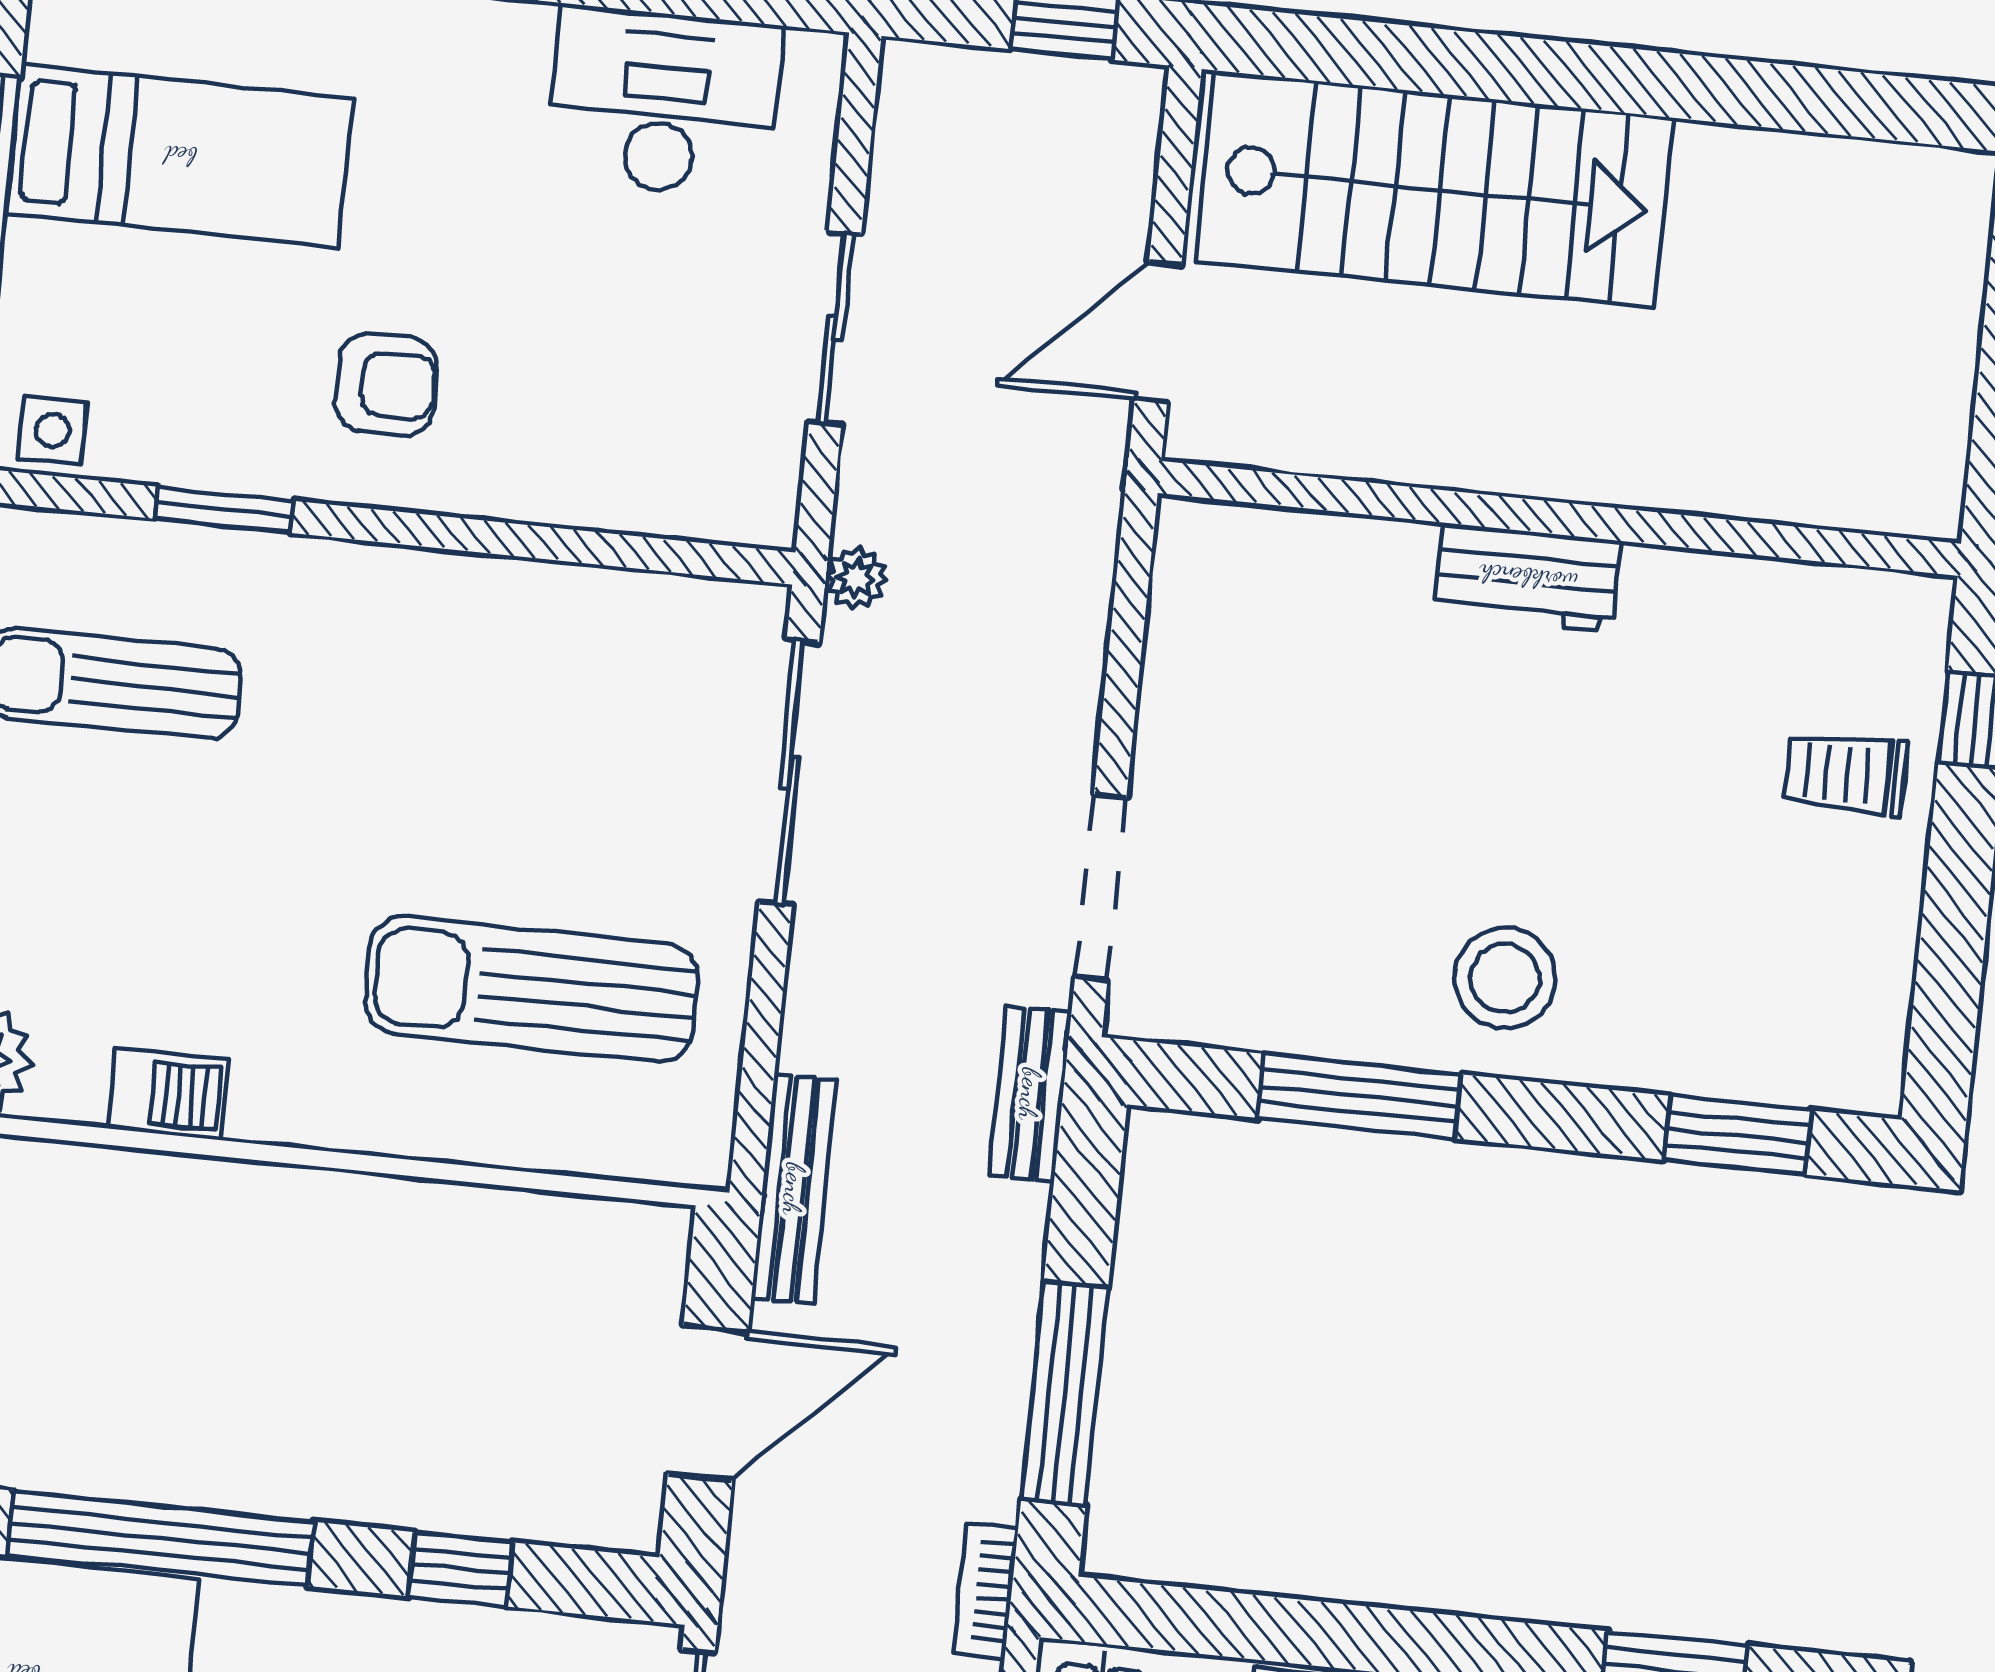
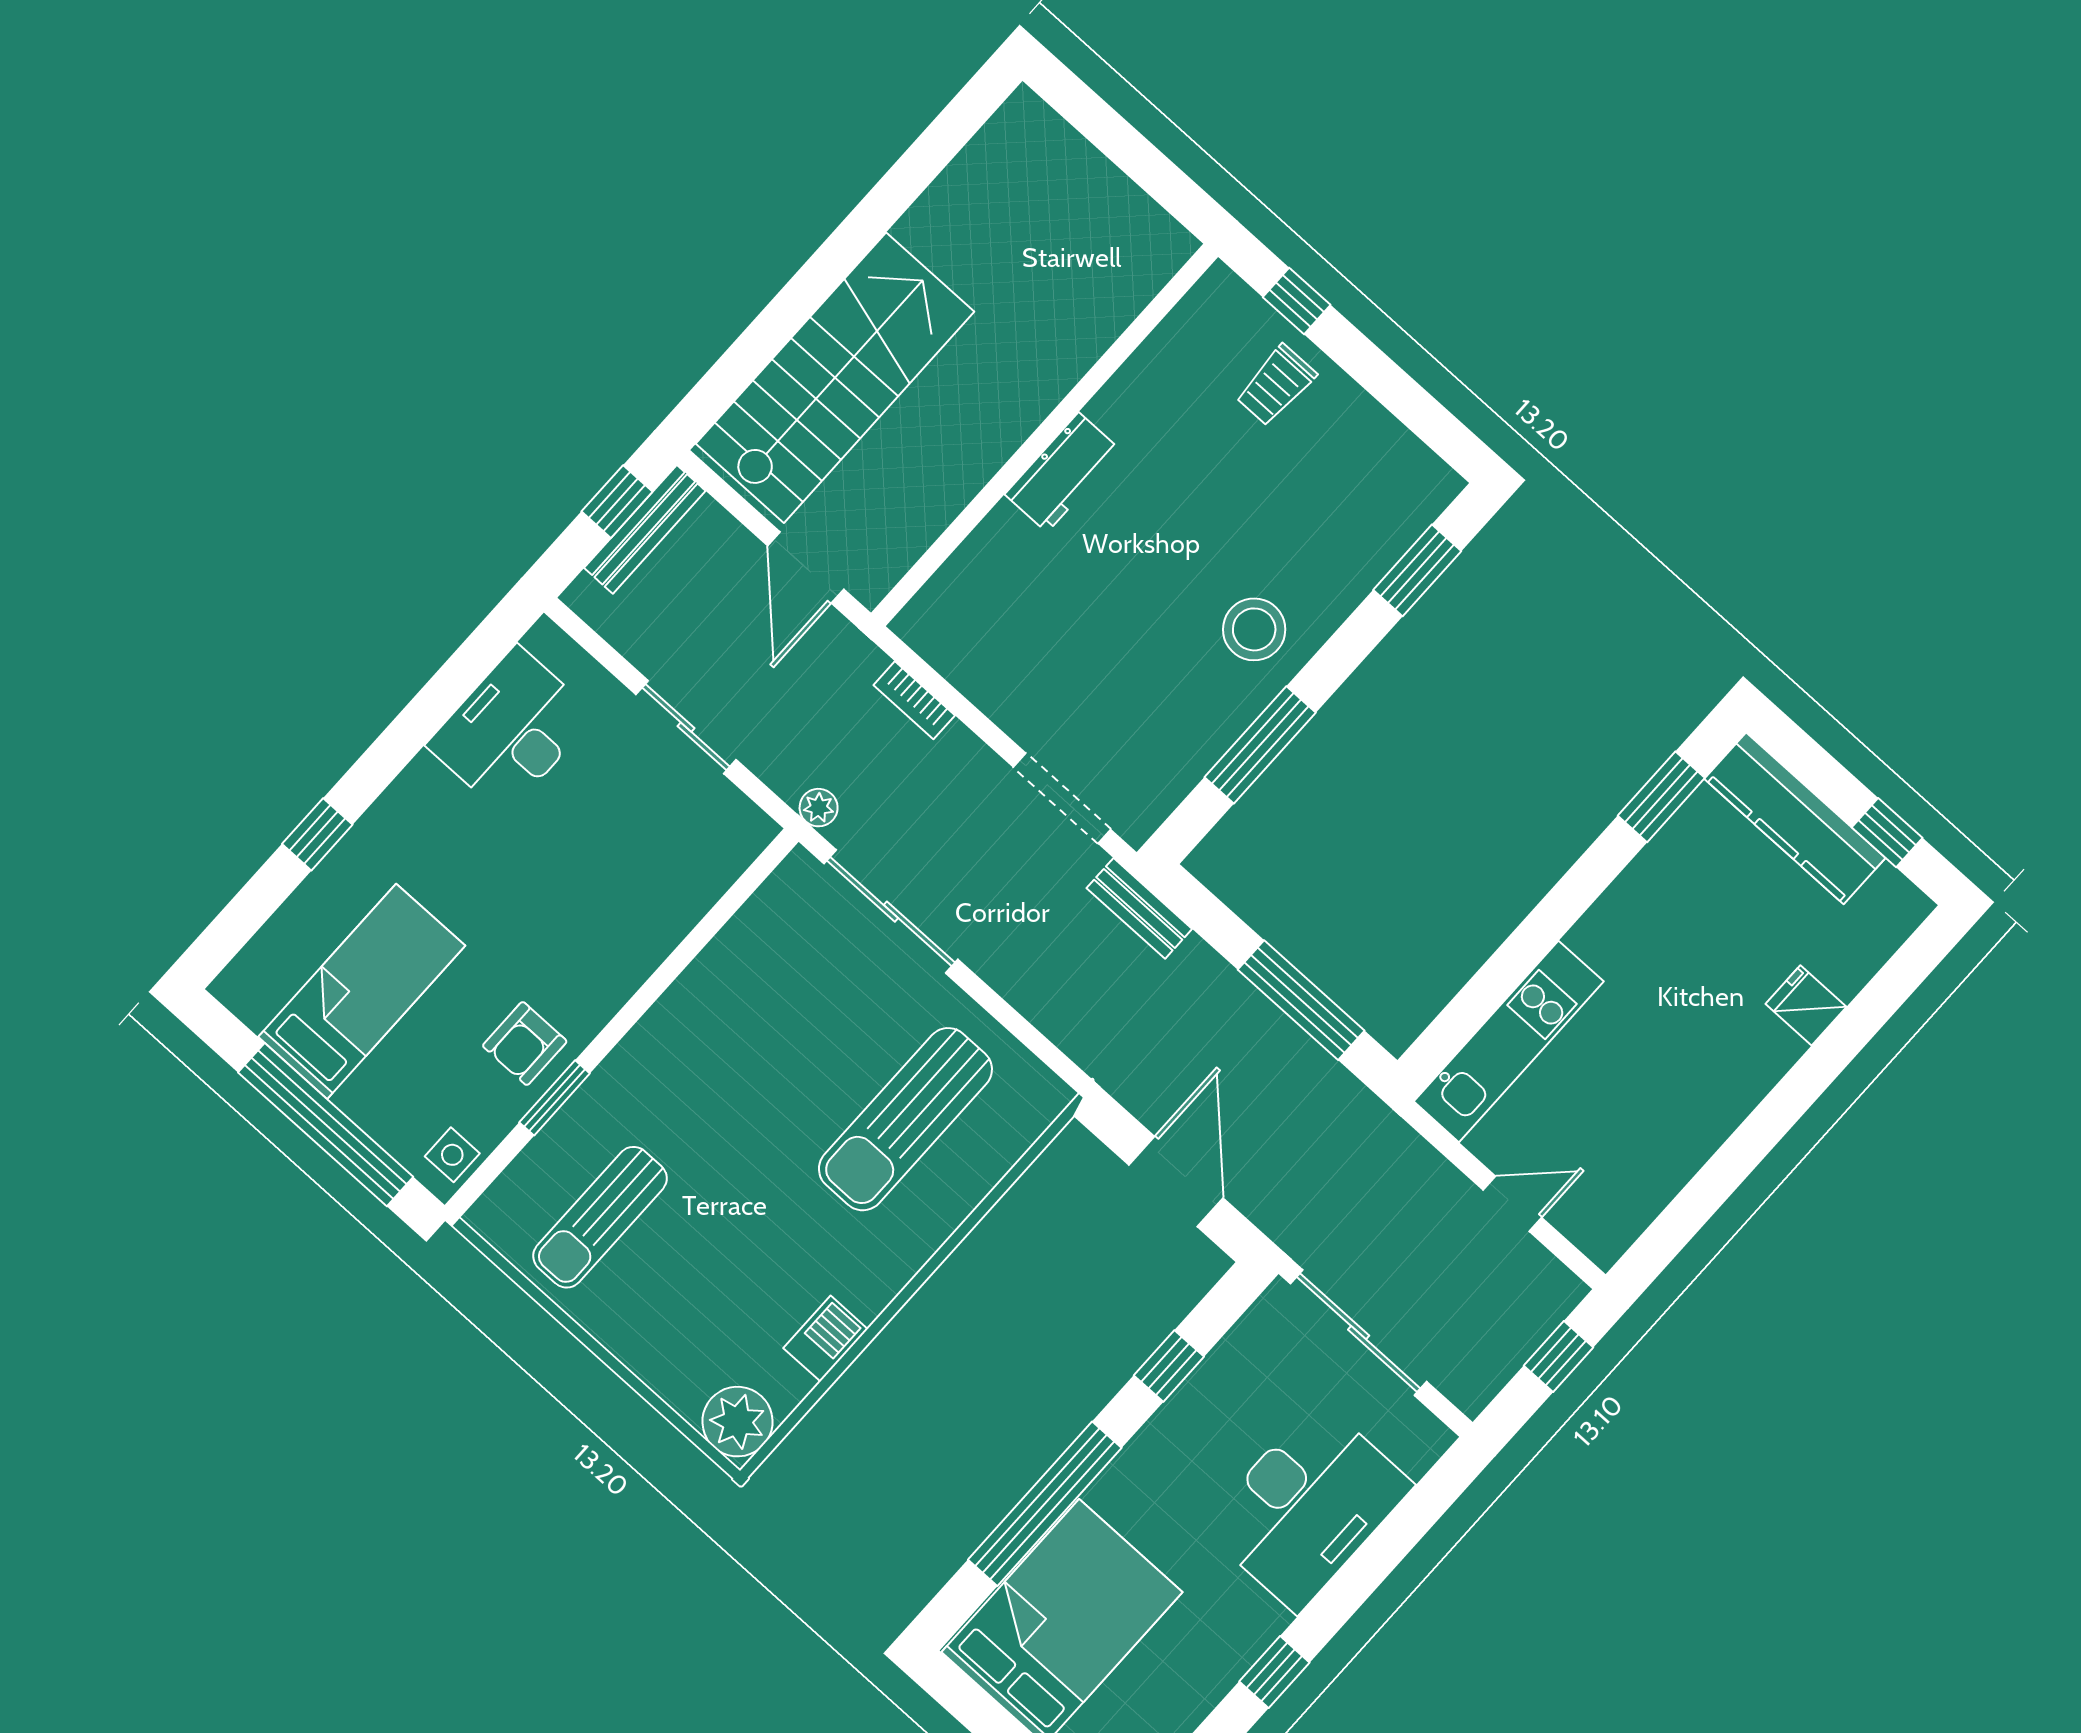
armchair: (386, 385) -> (525, 1043), moved, turned 180
bench: (794, 1189) -> (645, 529), moved, turned 90
bookcase: (986, 1591) -> (914, 700), moved

